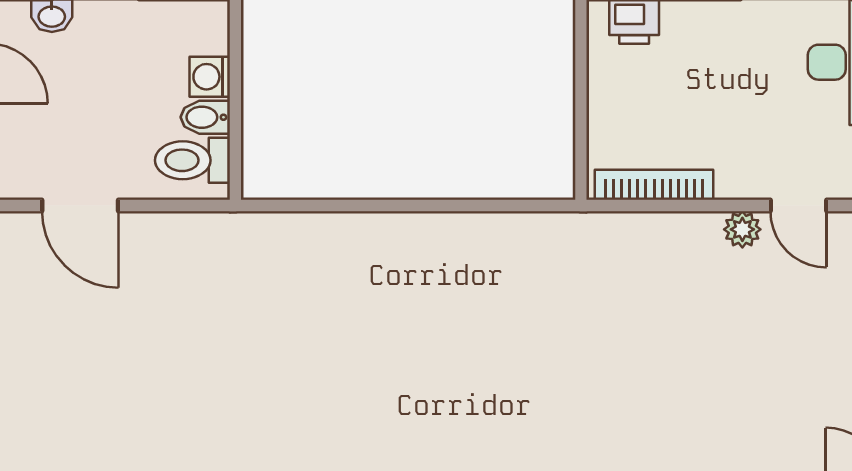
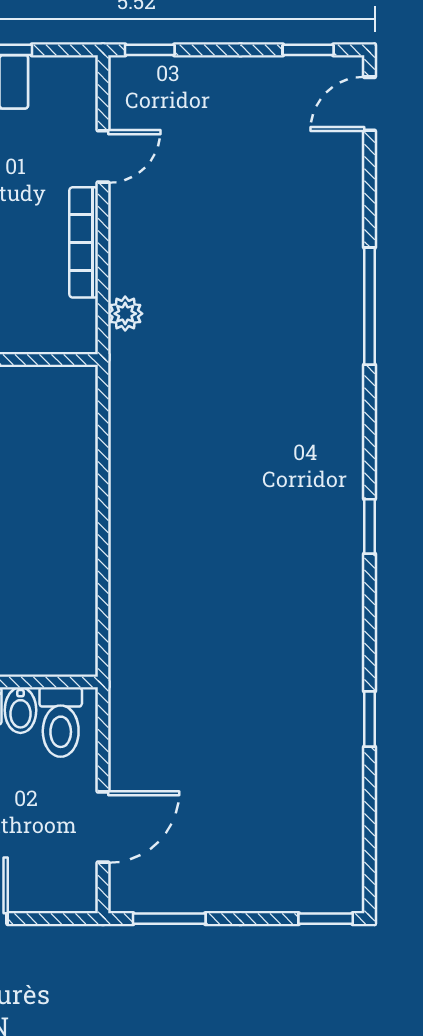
bookcase: (654, 185) -> (84, 242), moved
plant: (742, 229) -> (125, 314), moved

